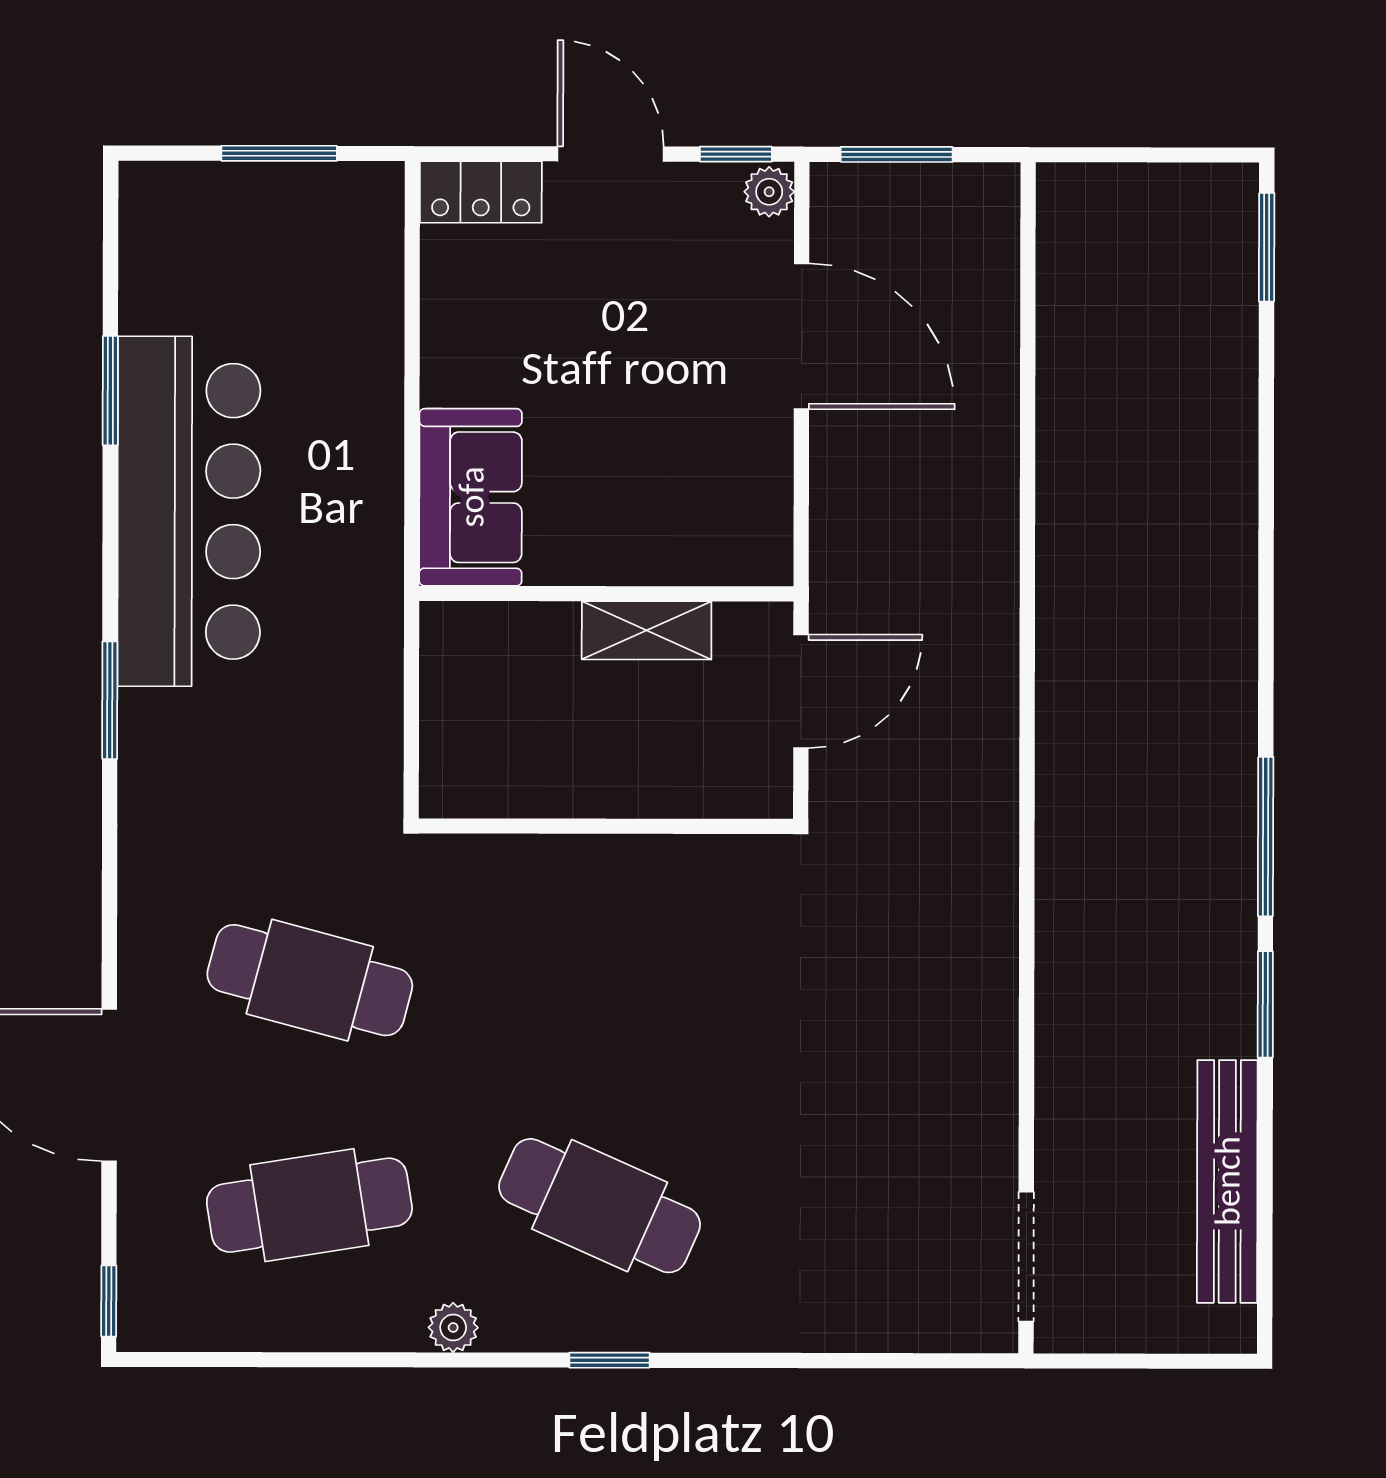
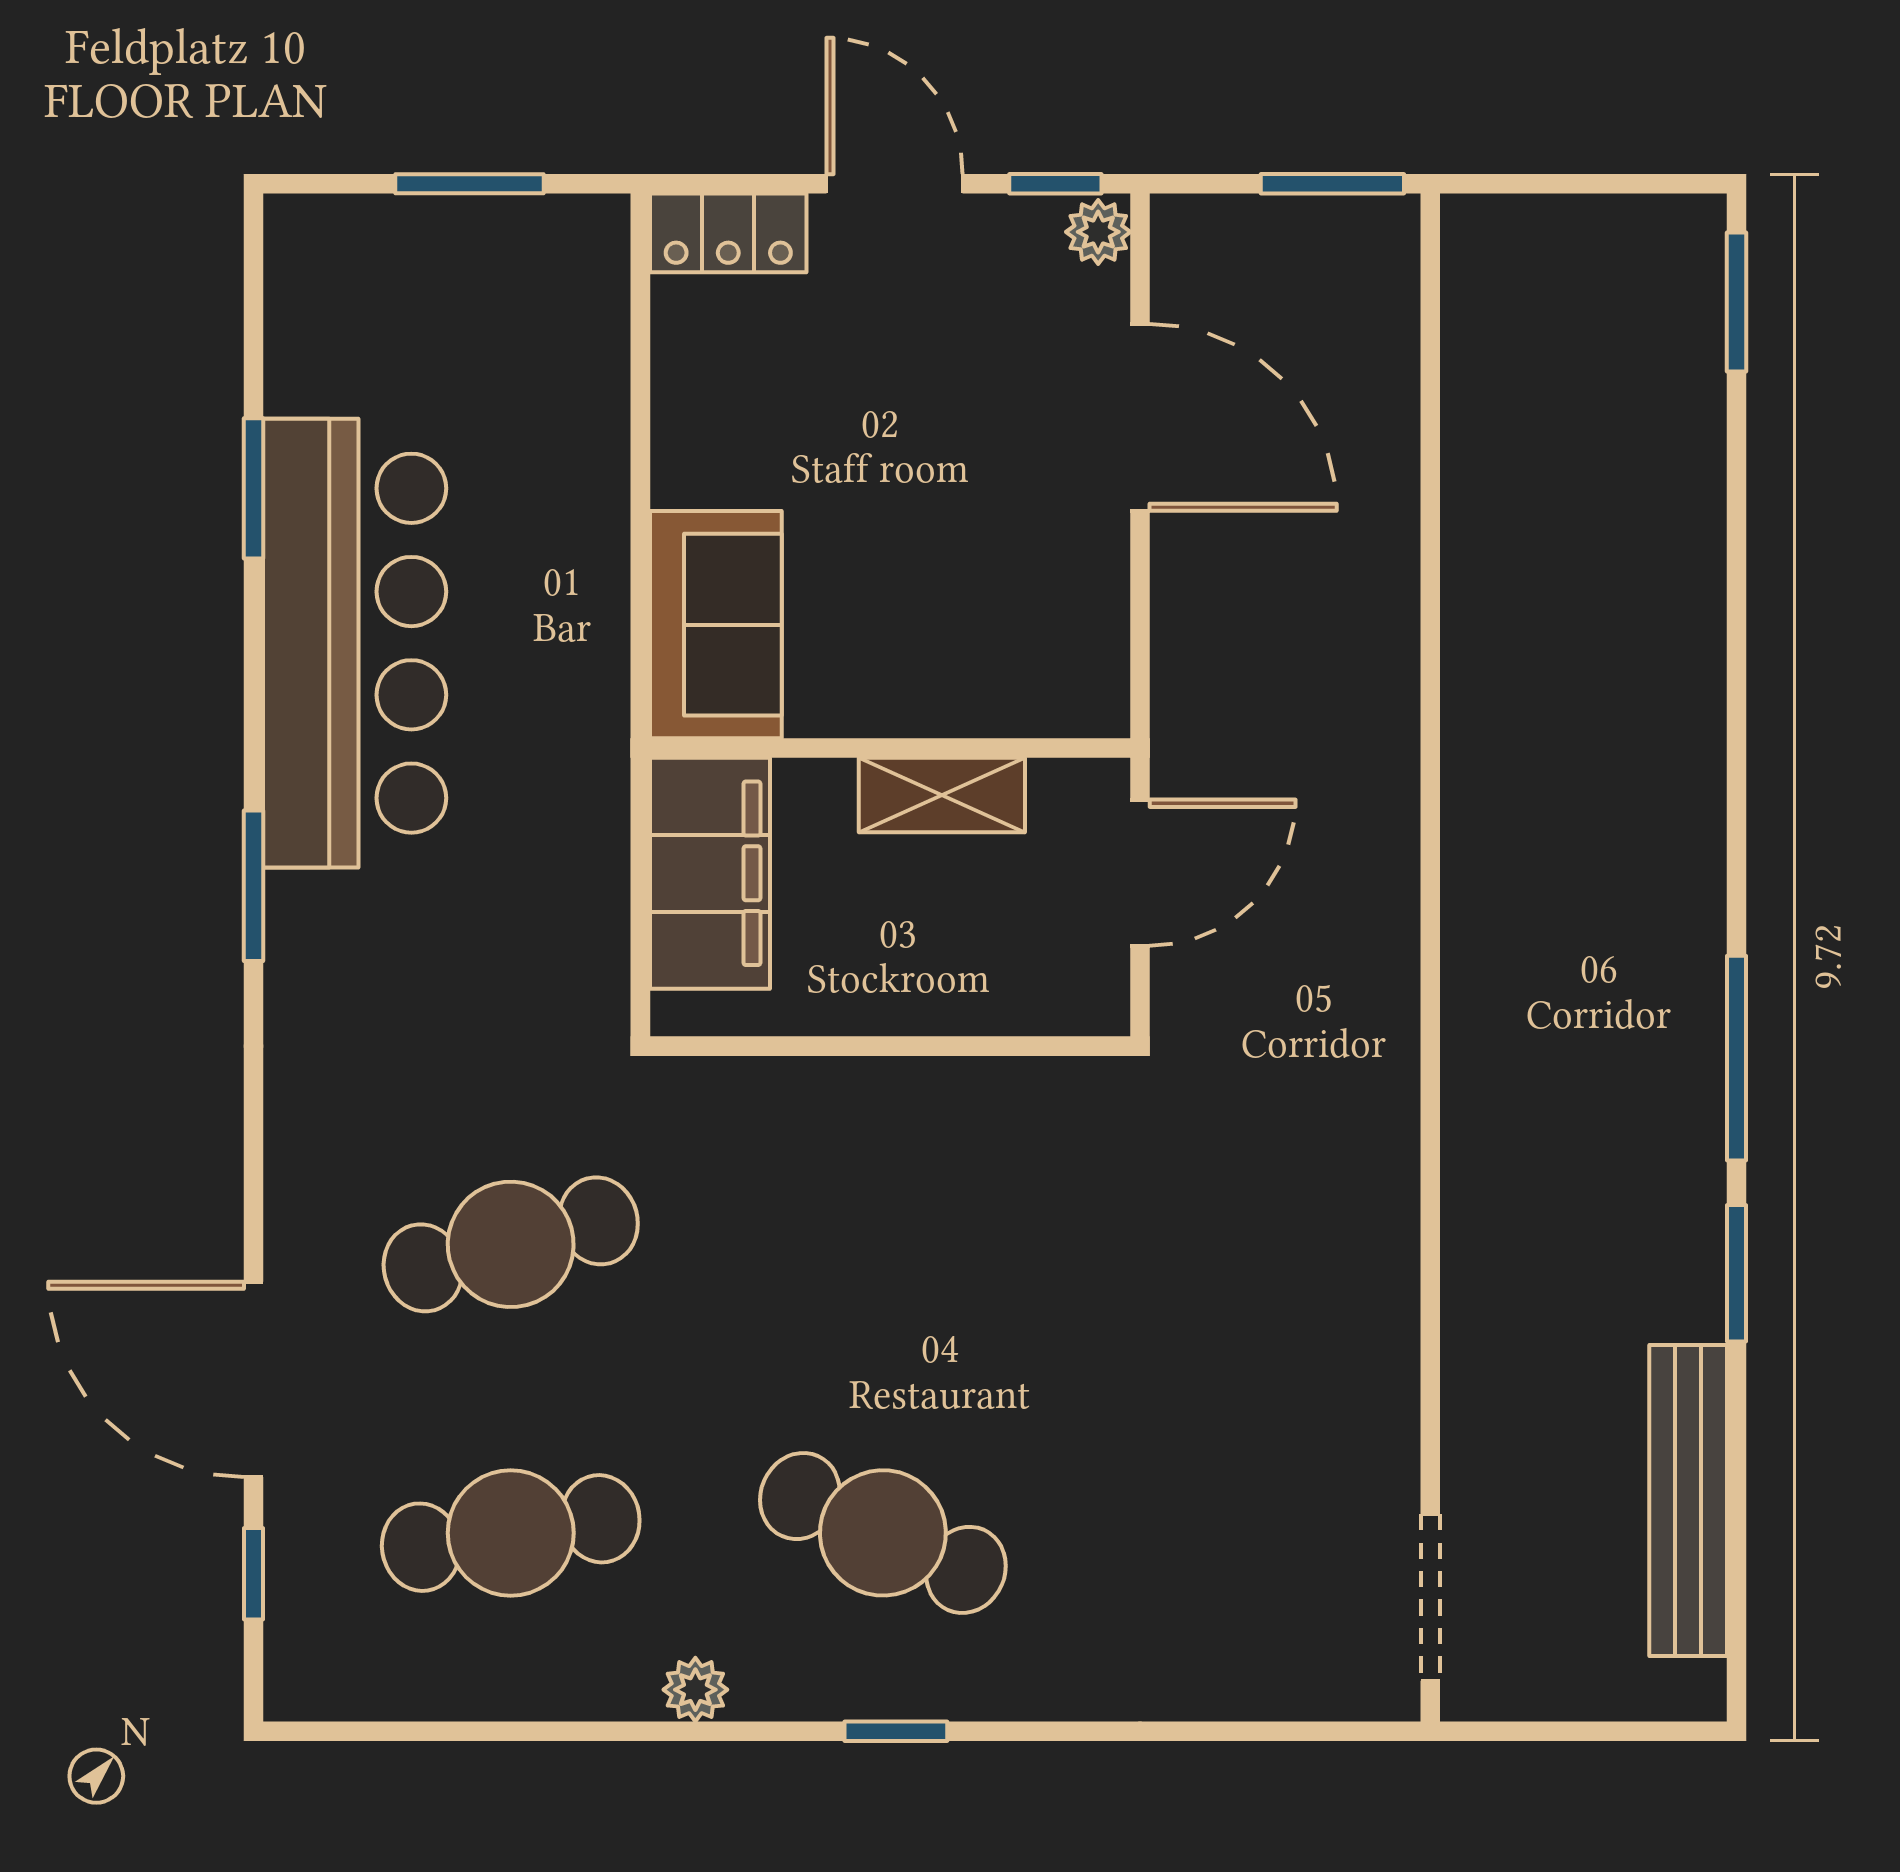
window: (897, 154) -> (1332, 184), moved
filing cabinet: (466, 691) -> (710, 873), added
cafe table: (310, 980) -> (511, 1244), turned -30
window: (109, 1301) -> (254, 1574), moved

